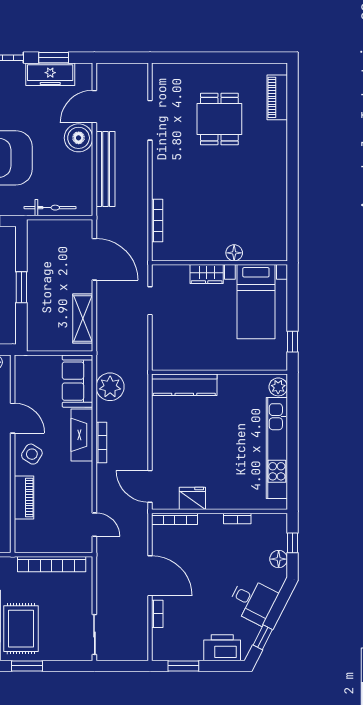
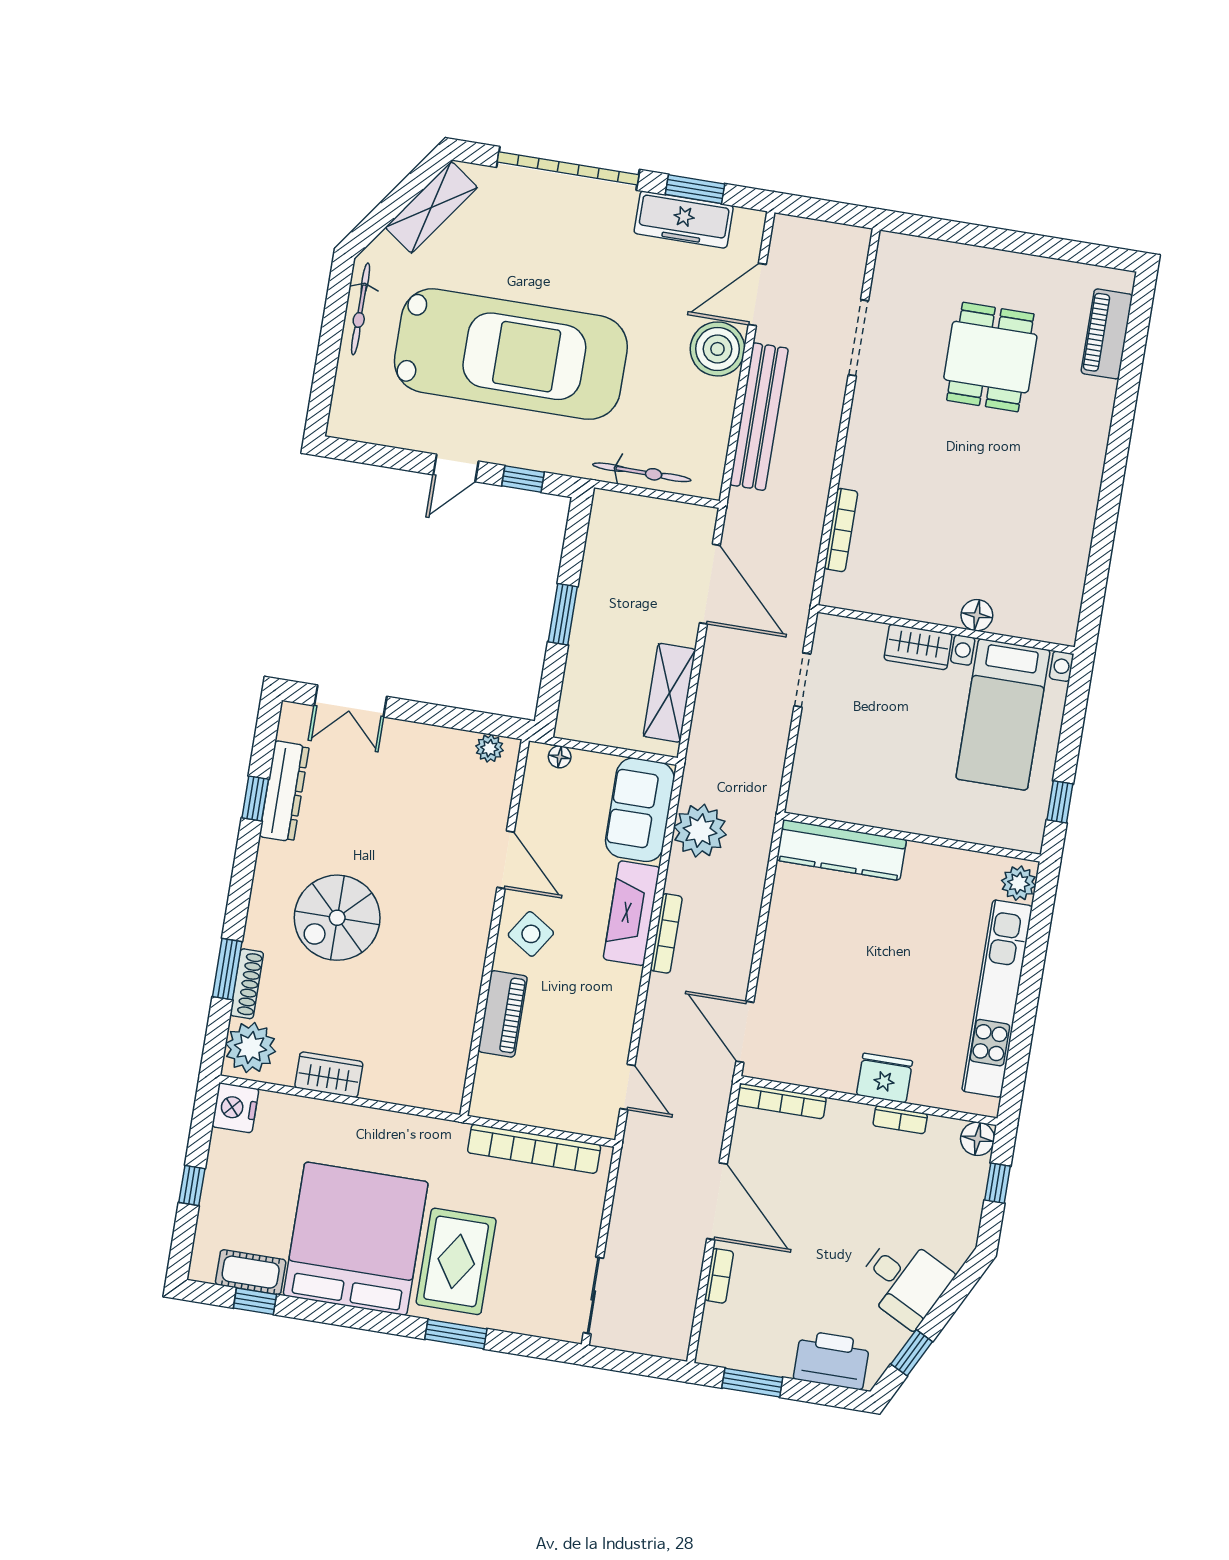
floor lamp: (32, 361) -> (560, 757), added
fridge: (192, 498) -> (885, 1078), moved
floor lamp: (279, 559) -> (978, 1139), moved

